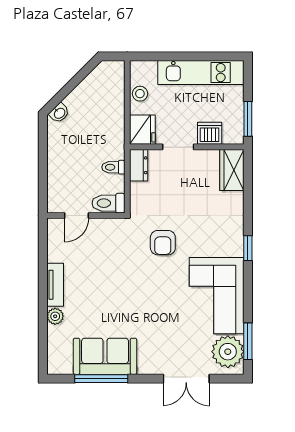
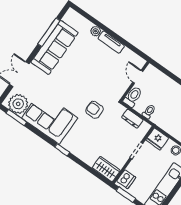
dishwasher: (210, 133) -> (126, 179), moved
dresser: (139, 165) -> (132, 119), moved
sofa: (105, 356) -> (55, 47), width x1.36

